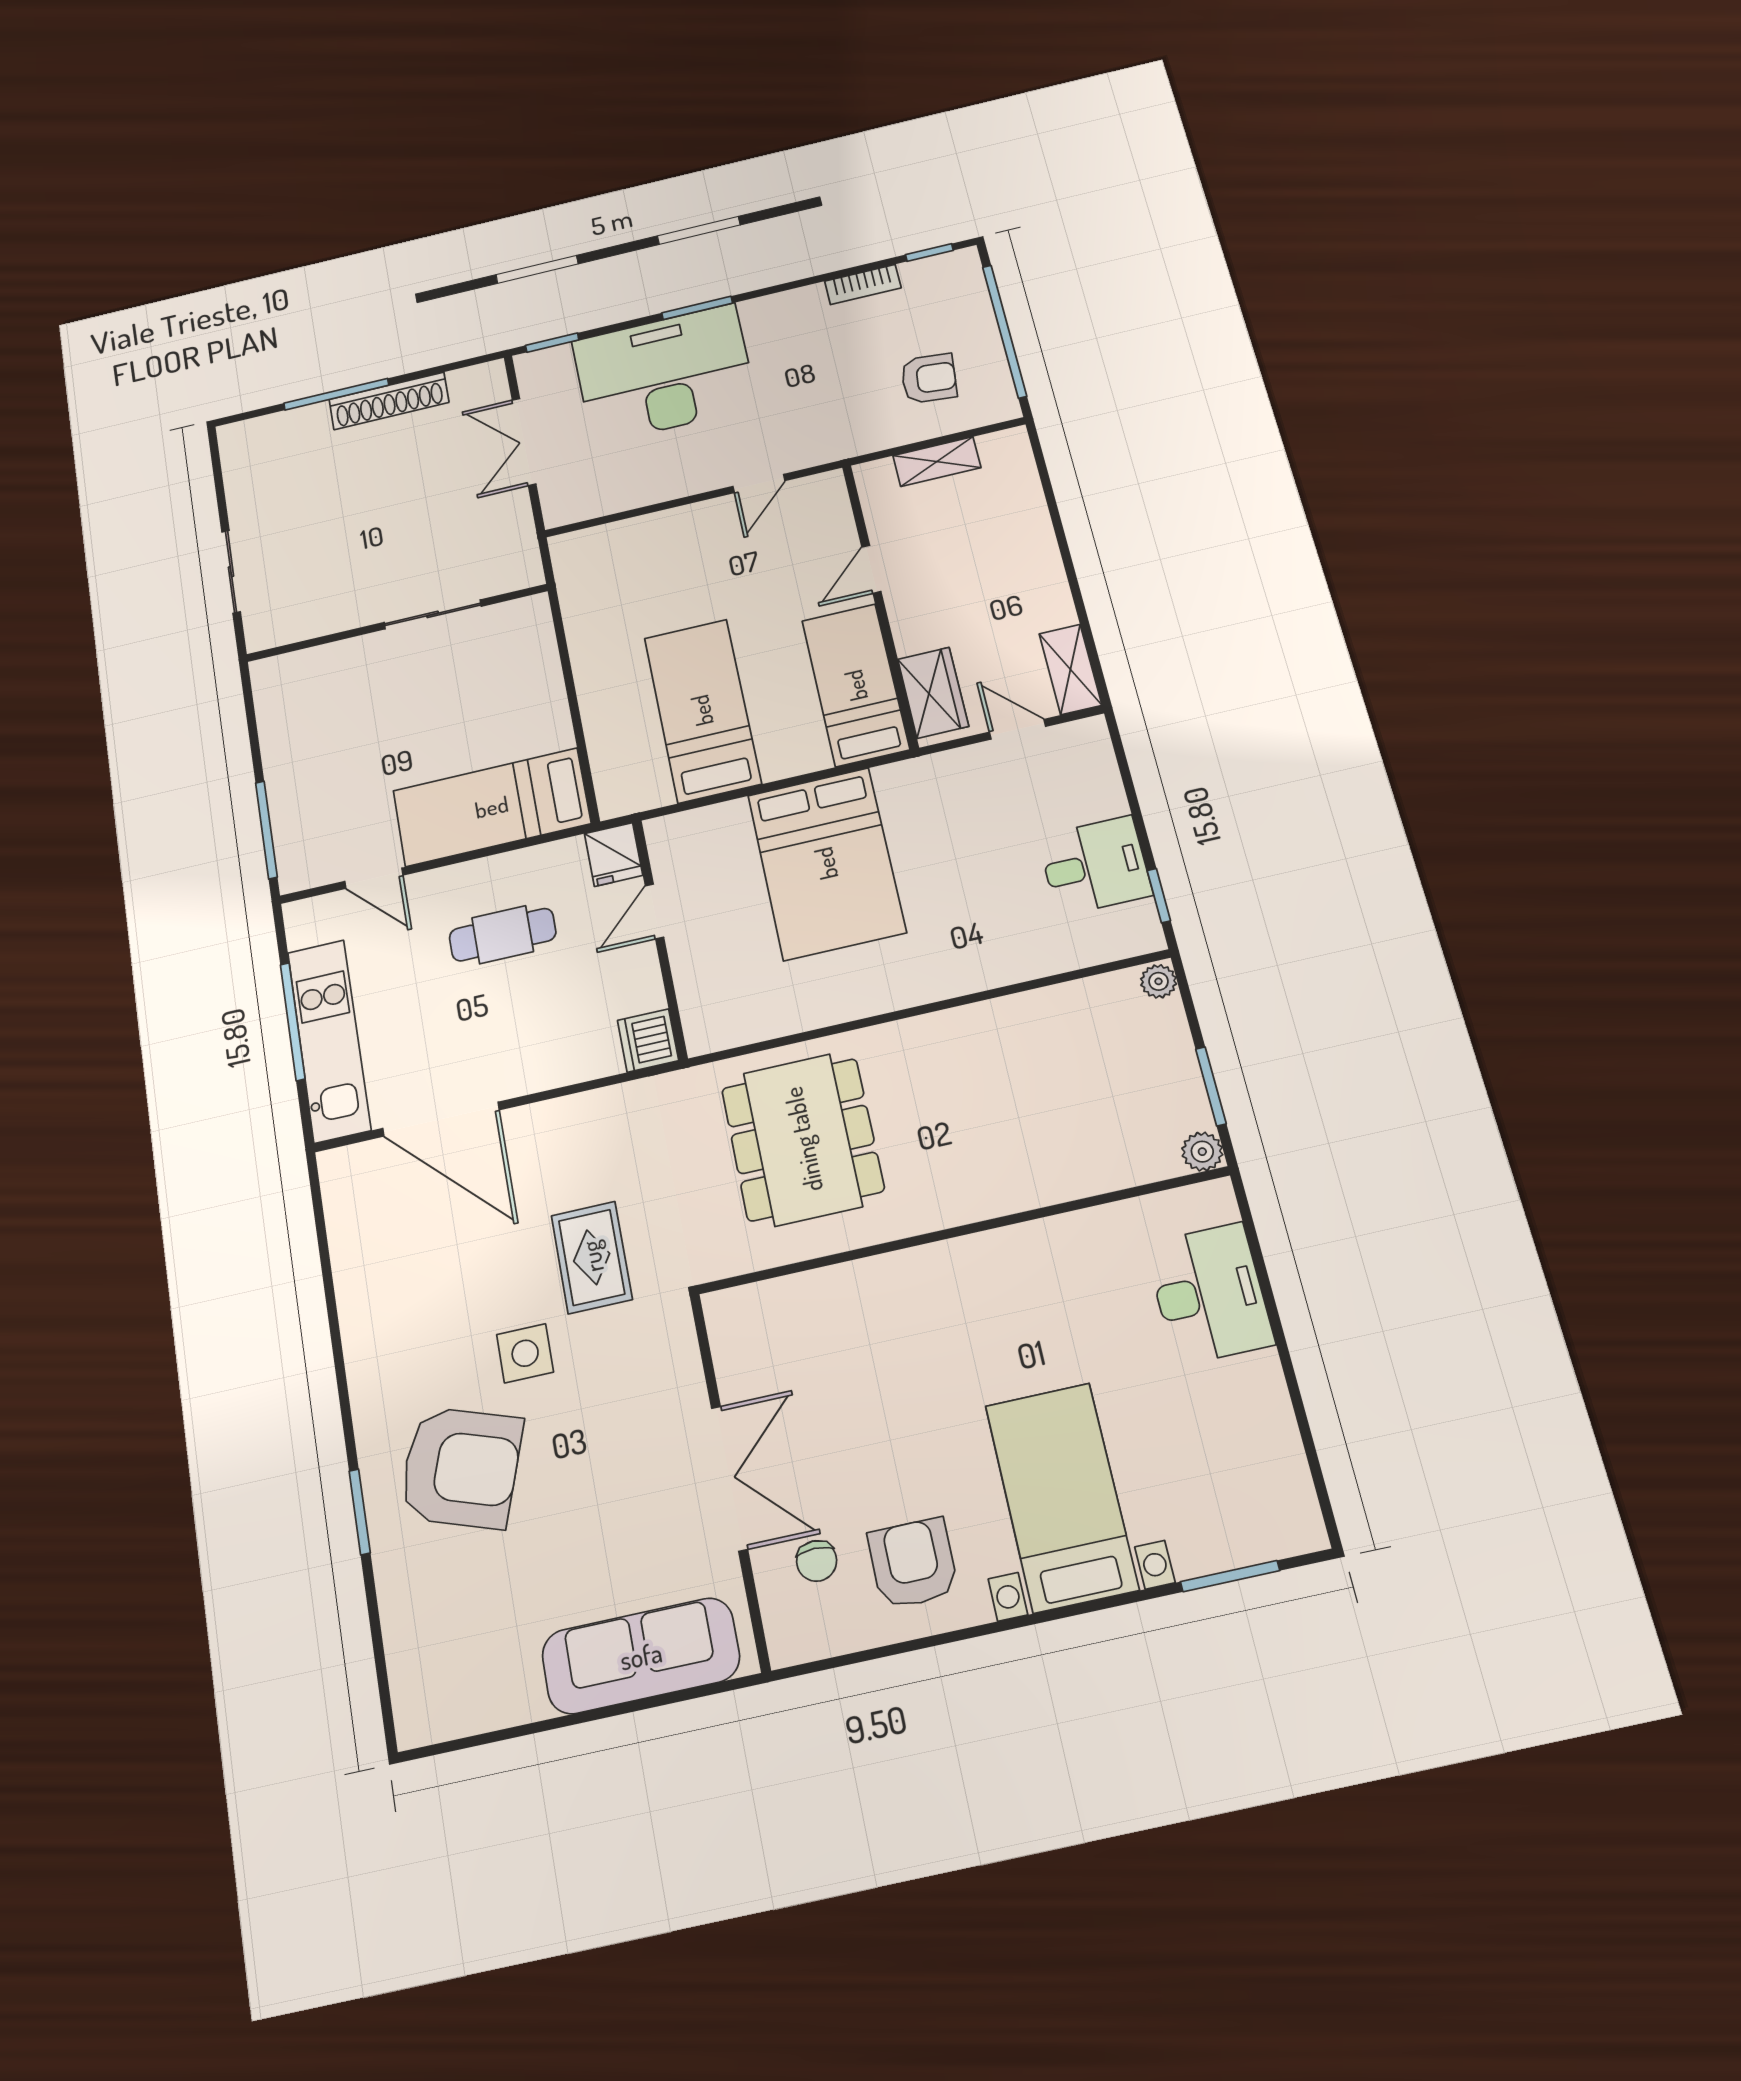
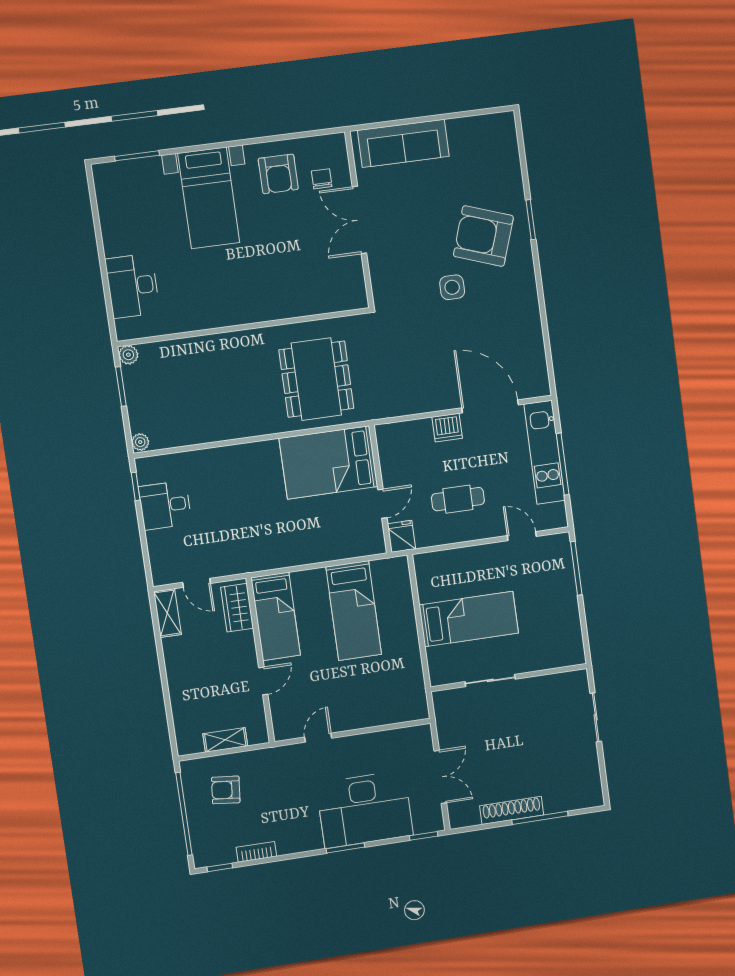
bed: (492, 807) -> (469, 619), moved
bed: (826, 863) -> (328, 462), moved, turned -90
dishwasher: (648, 1040) -> (447, 428), moved, turned 90
rug: (592, 1257) -> (419, 331), removed

